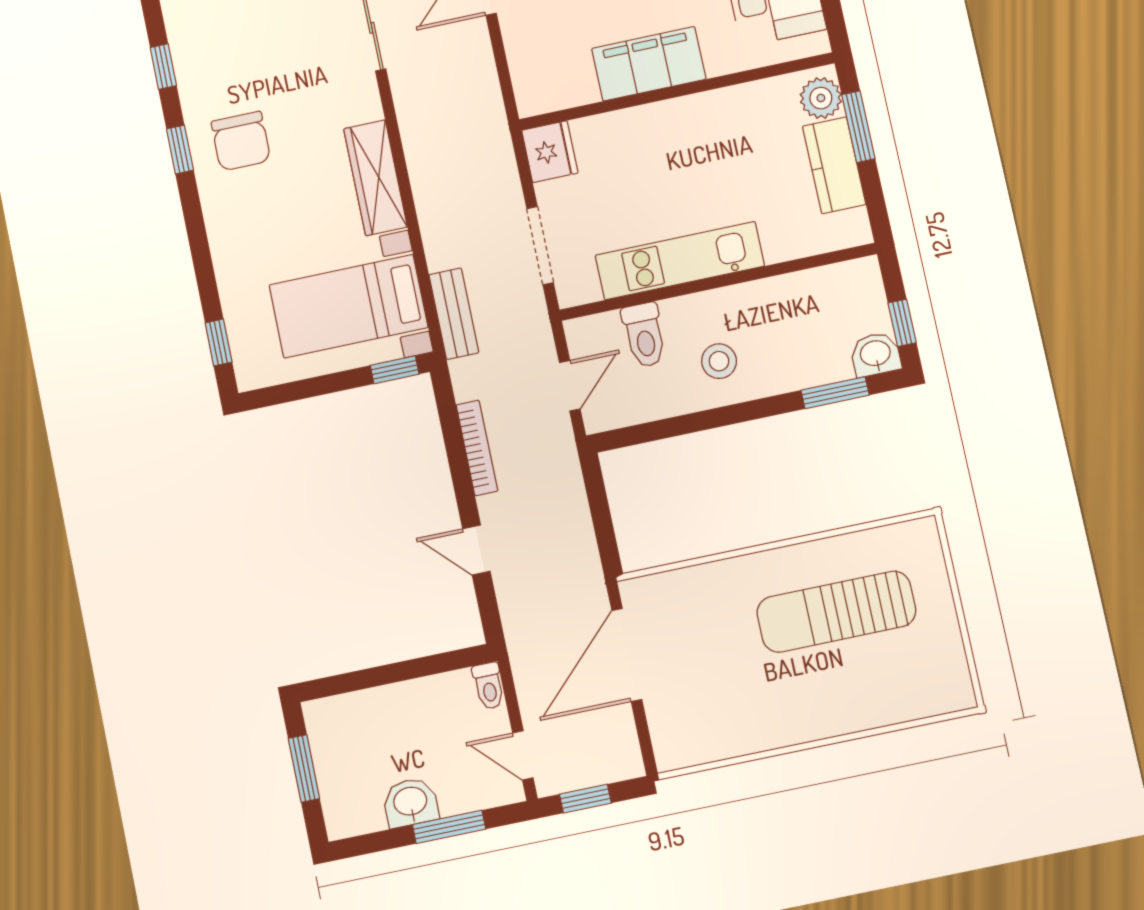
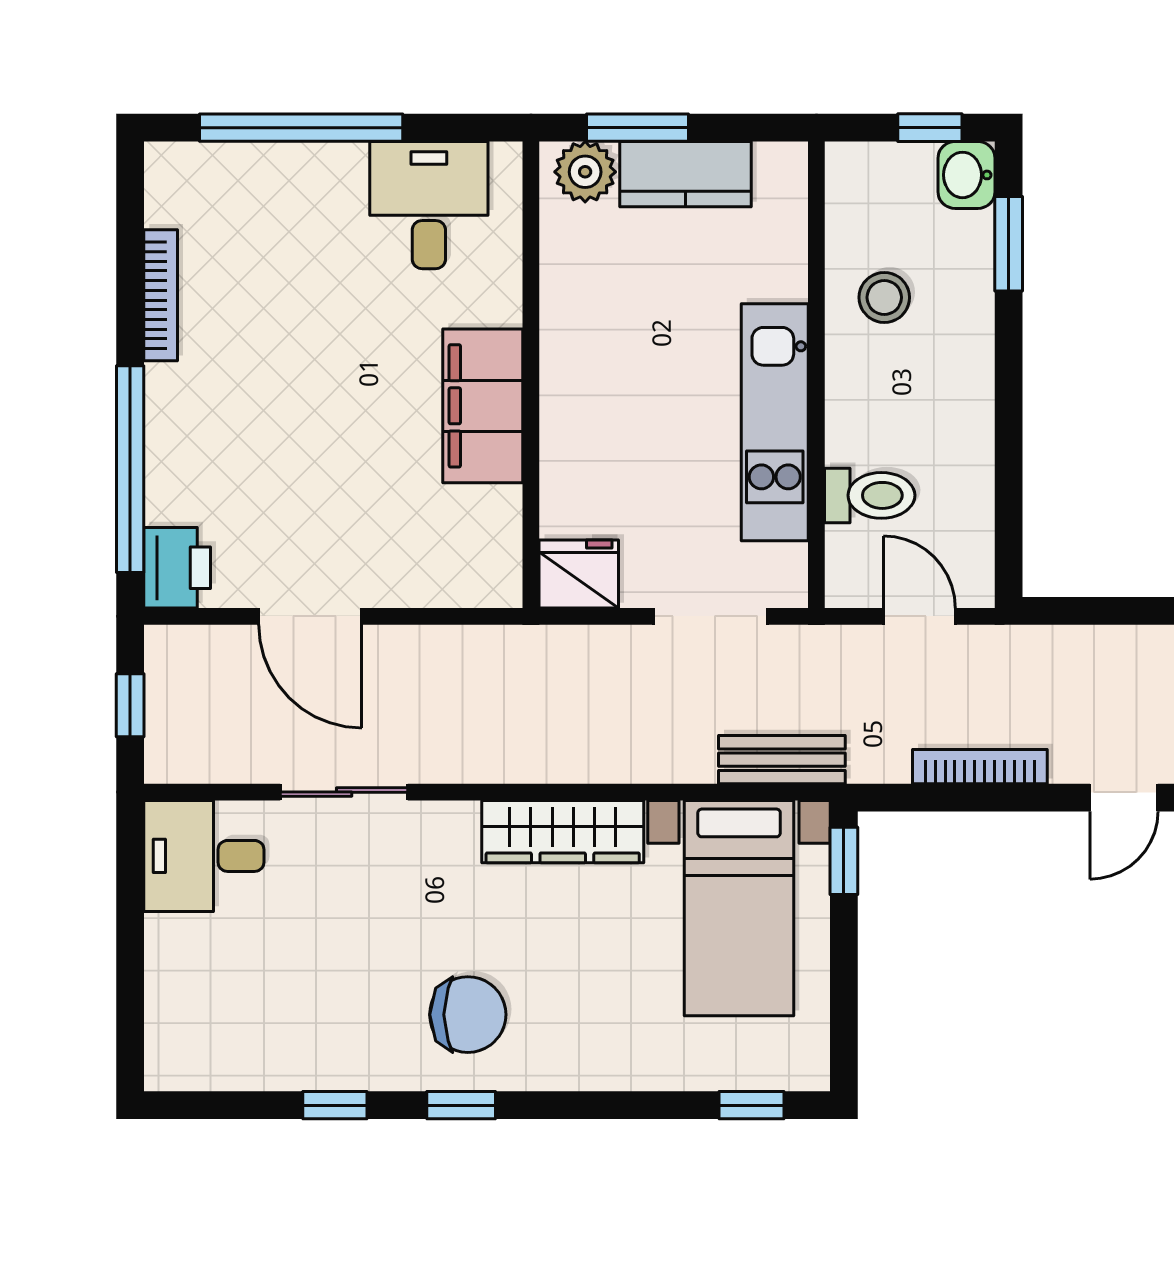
stool: (719, 361) -> (884, 297), moved

